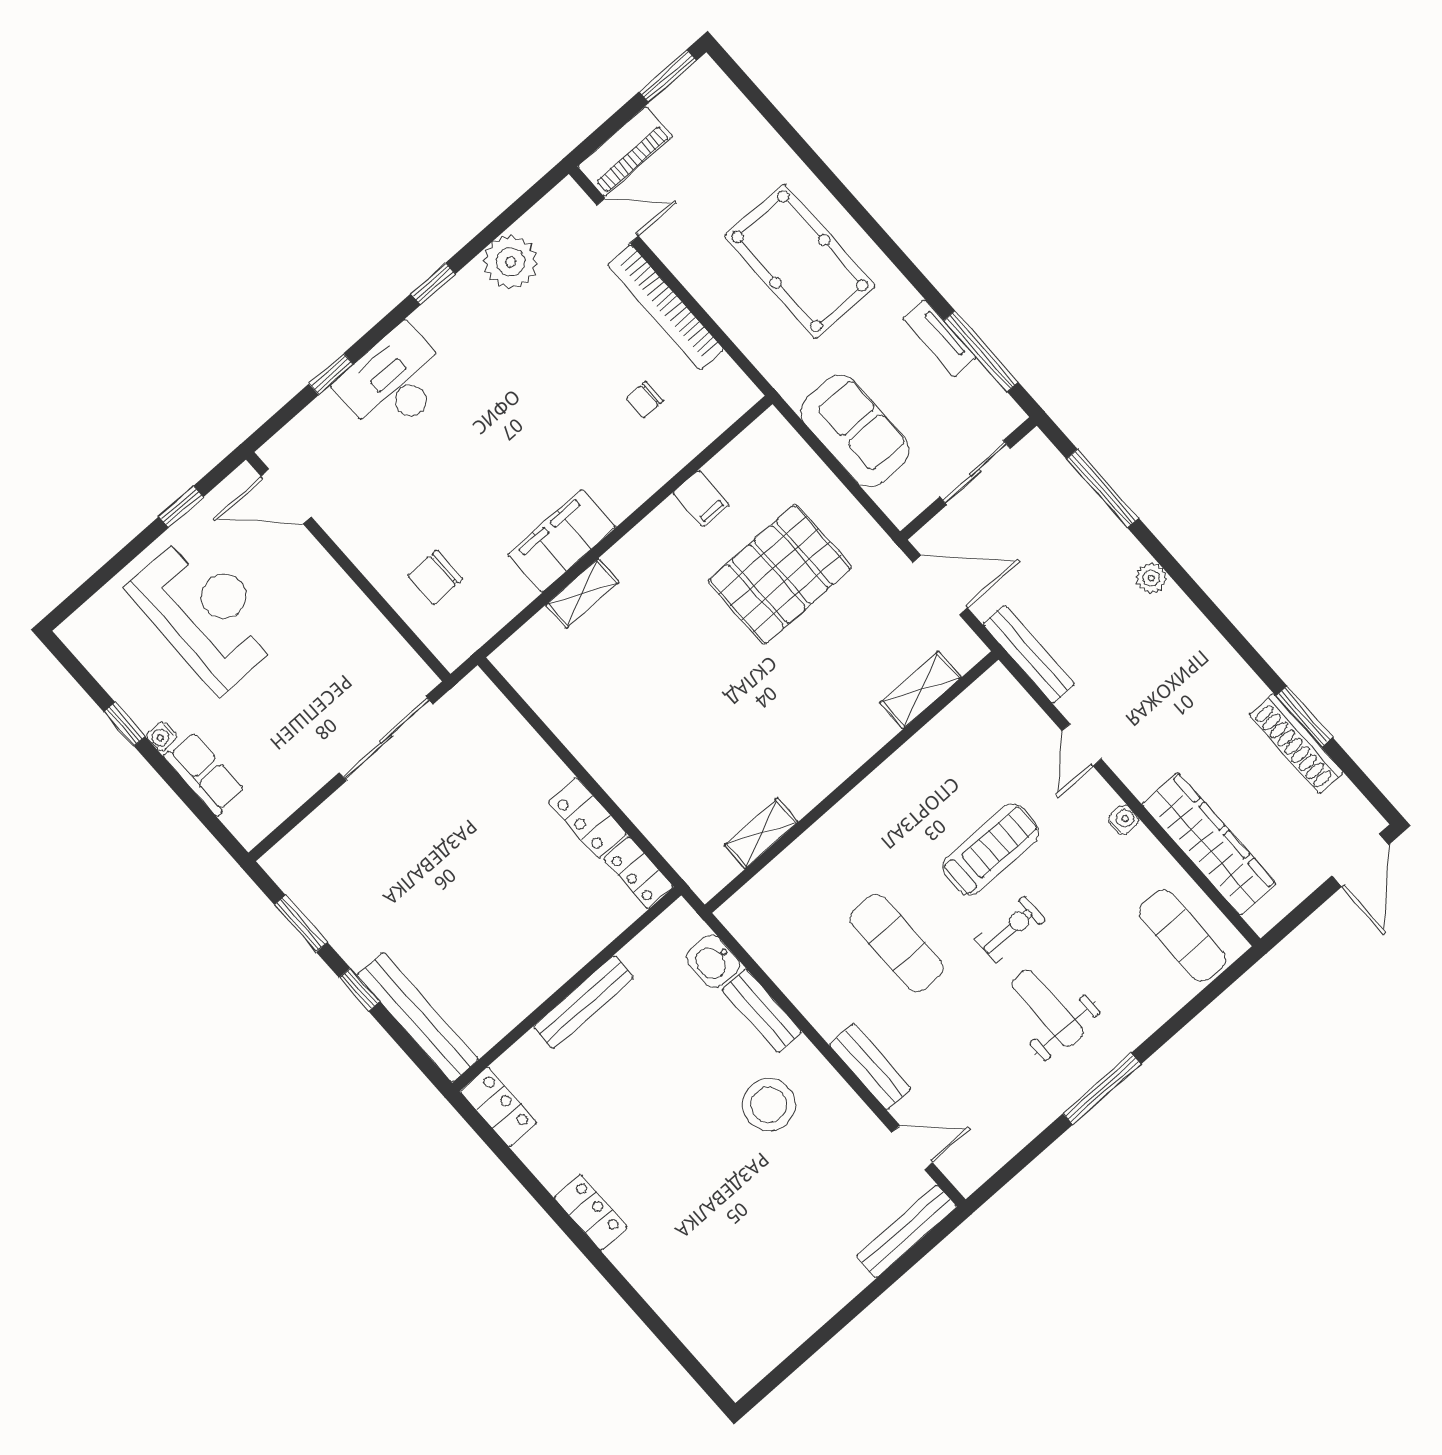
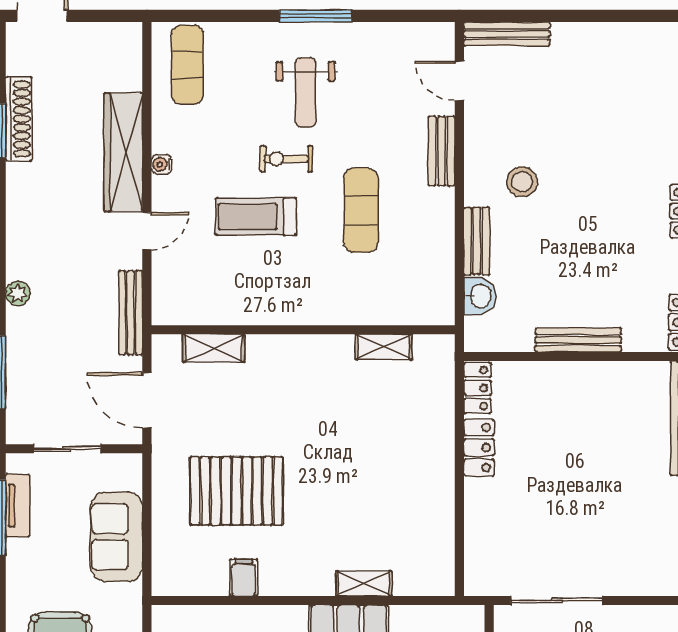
tv unit: (939, 338) -> (18, 506), moved
wardrobe: (1209, 844) -> (123, 152), moved
stool: (769, 1105) -> (522, 182), width x0.73, depth x0.73

